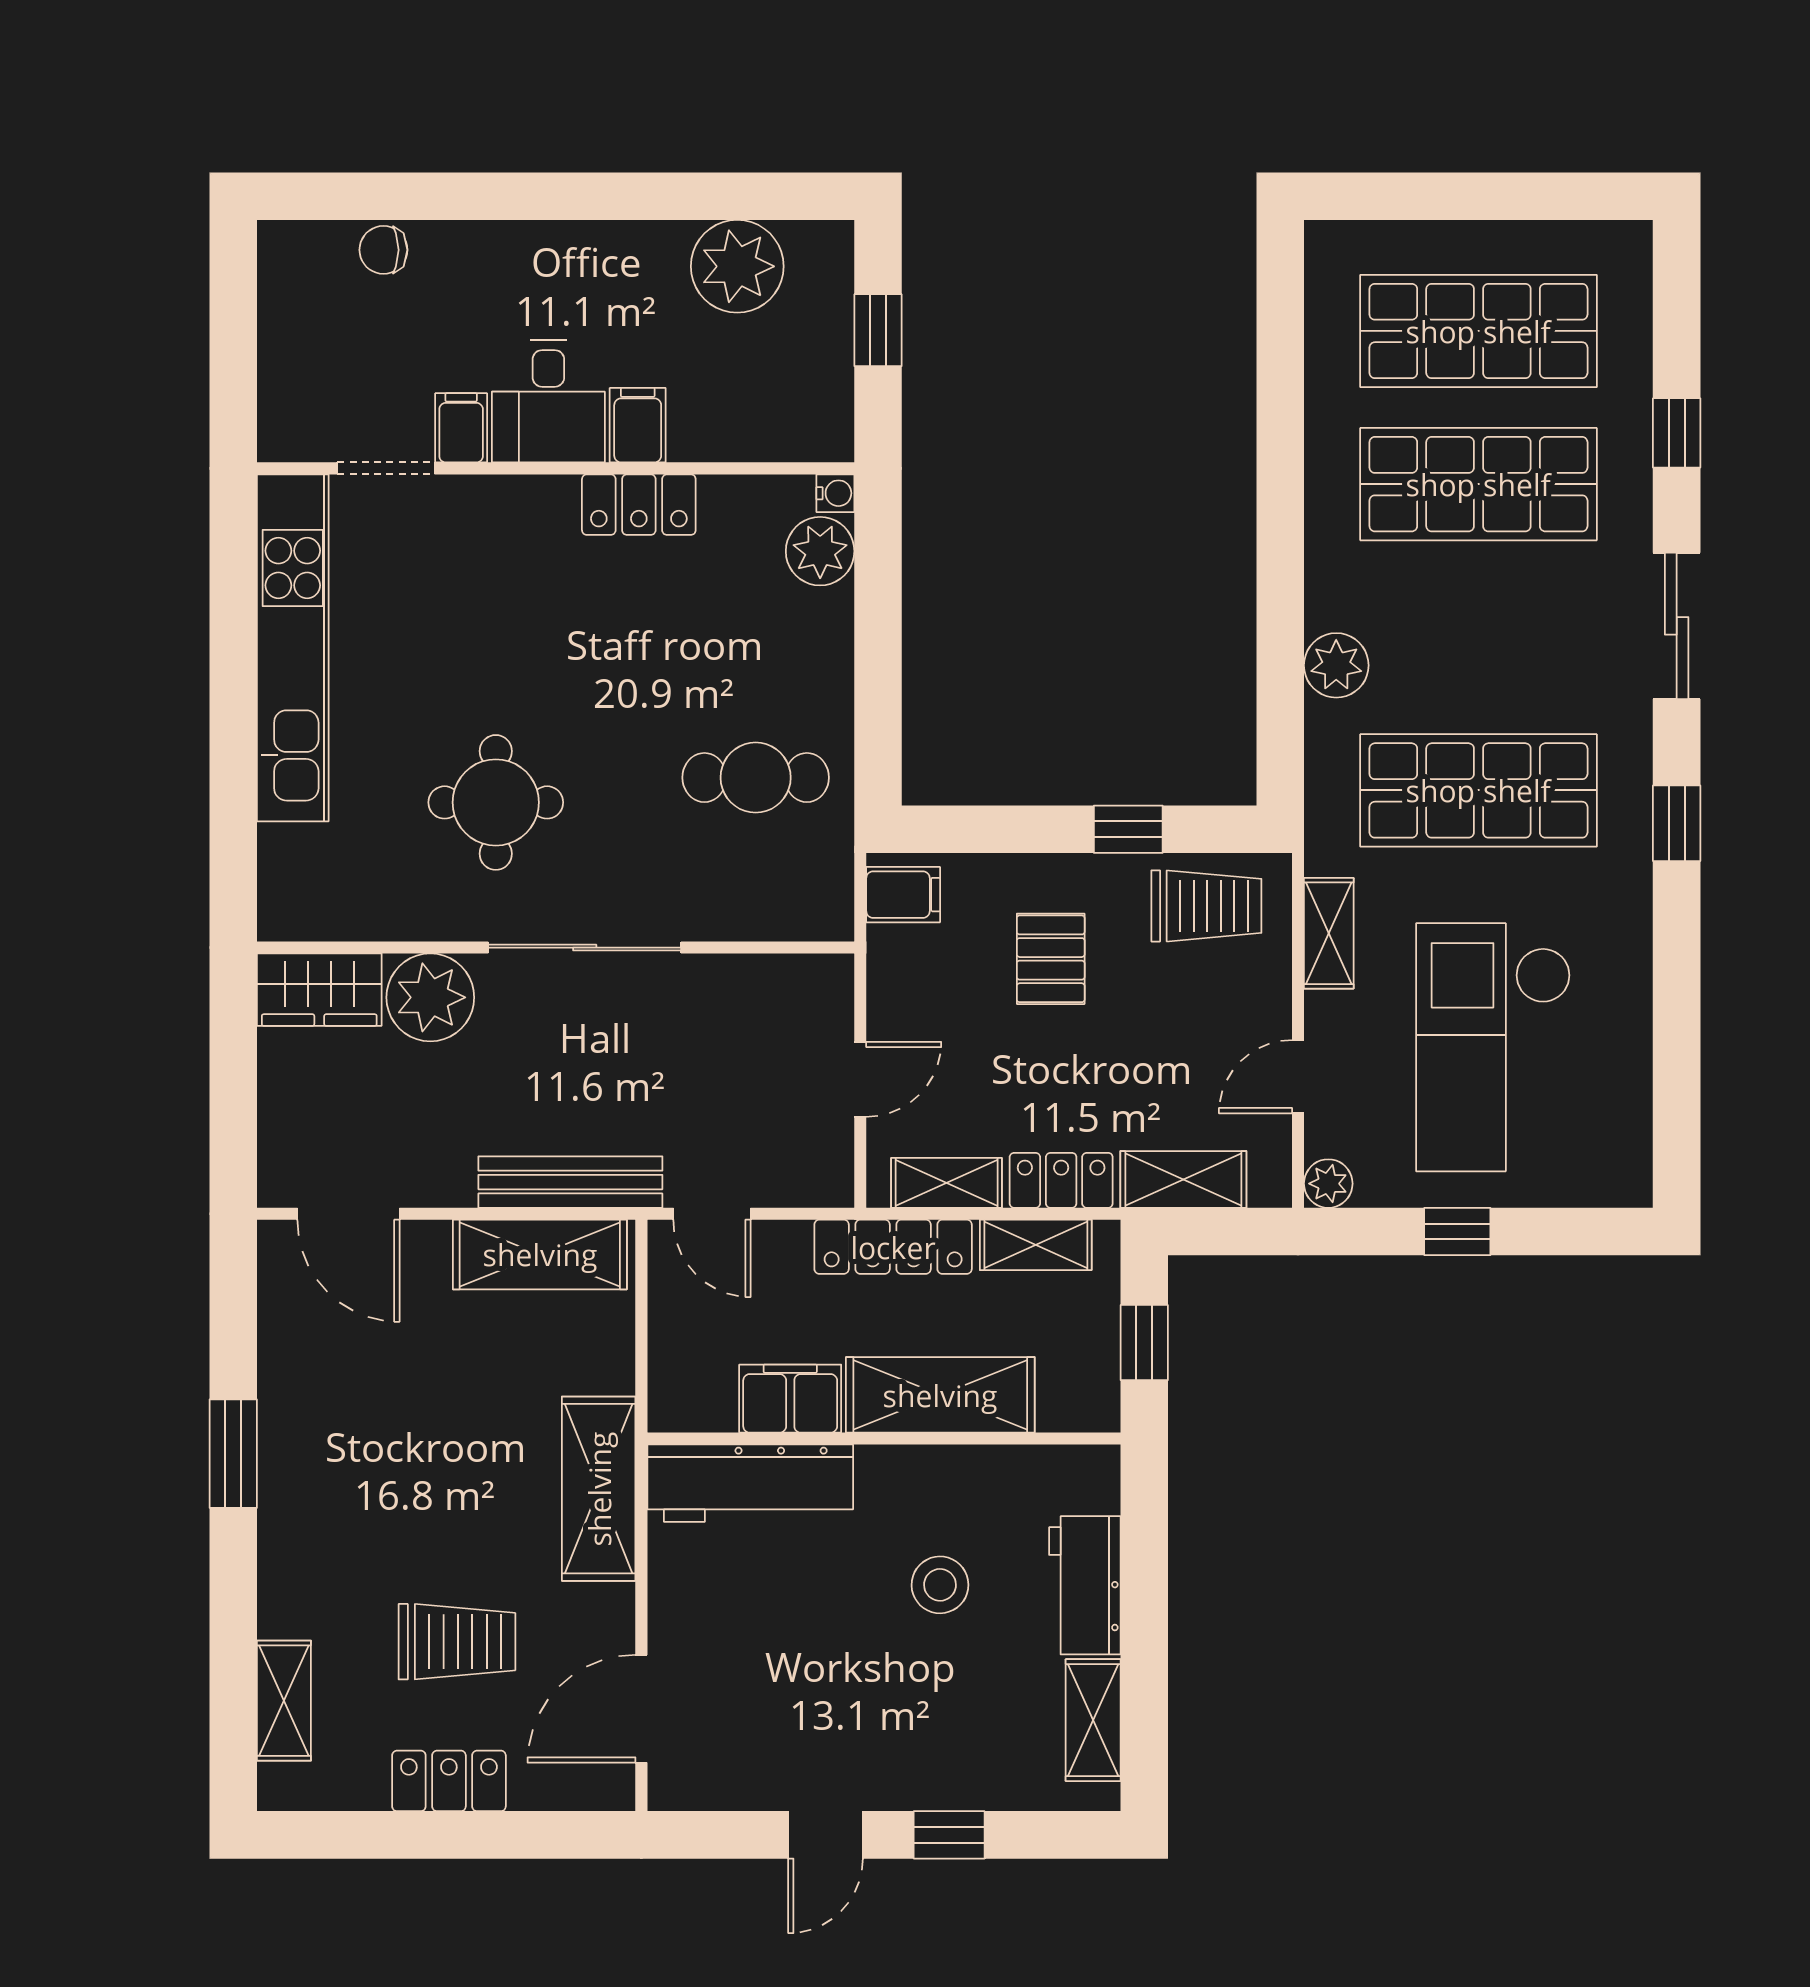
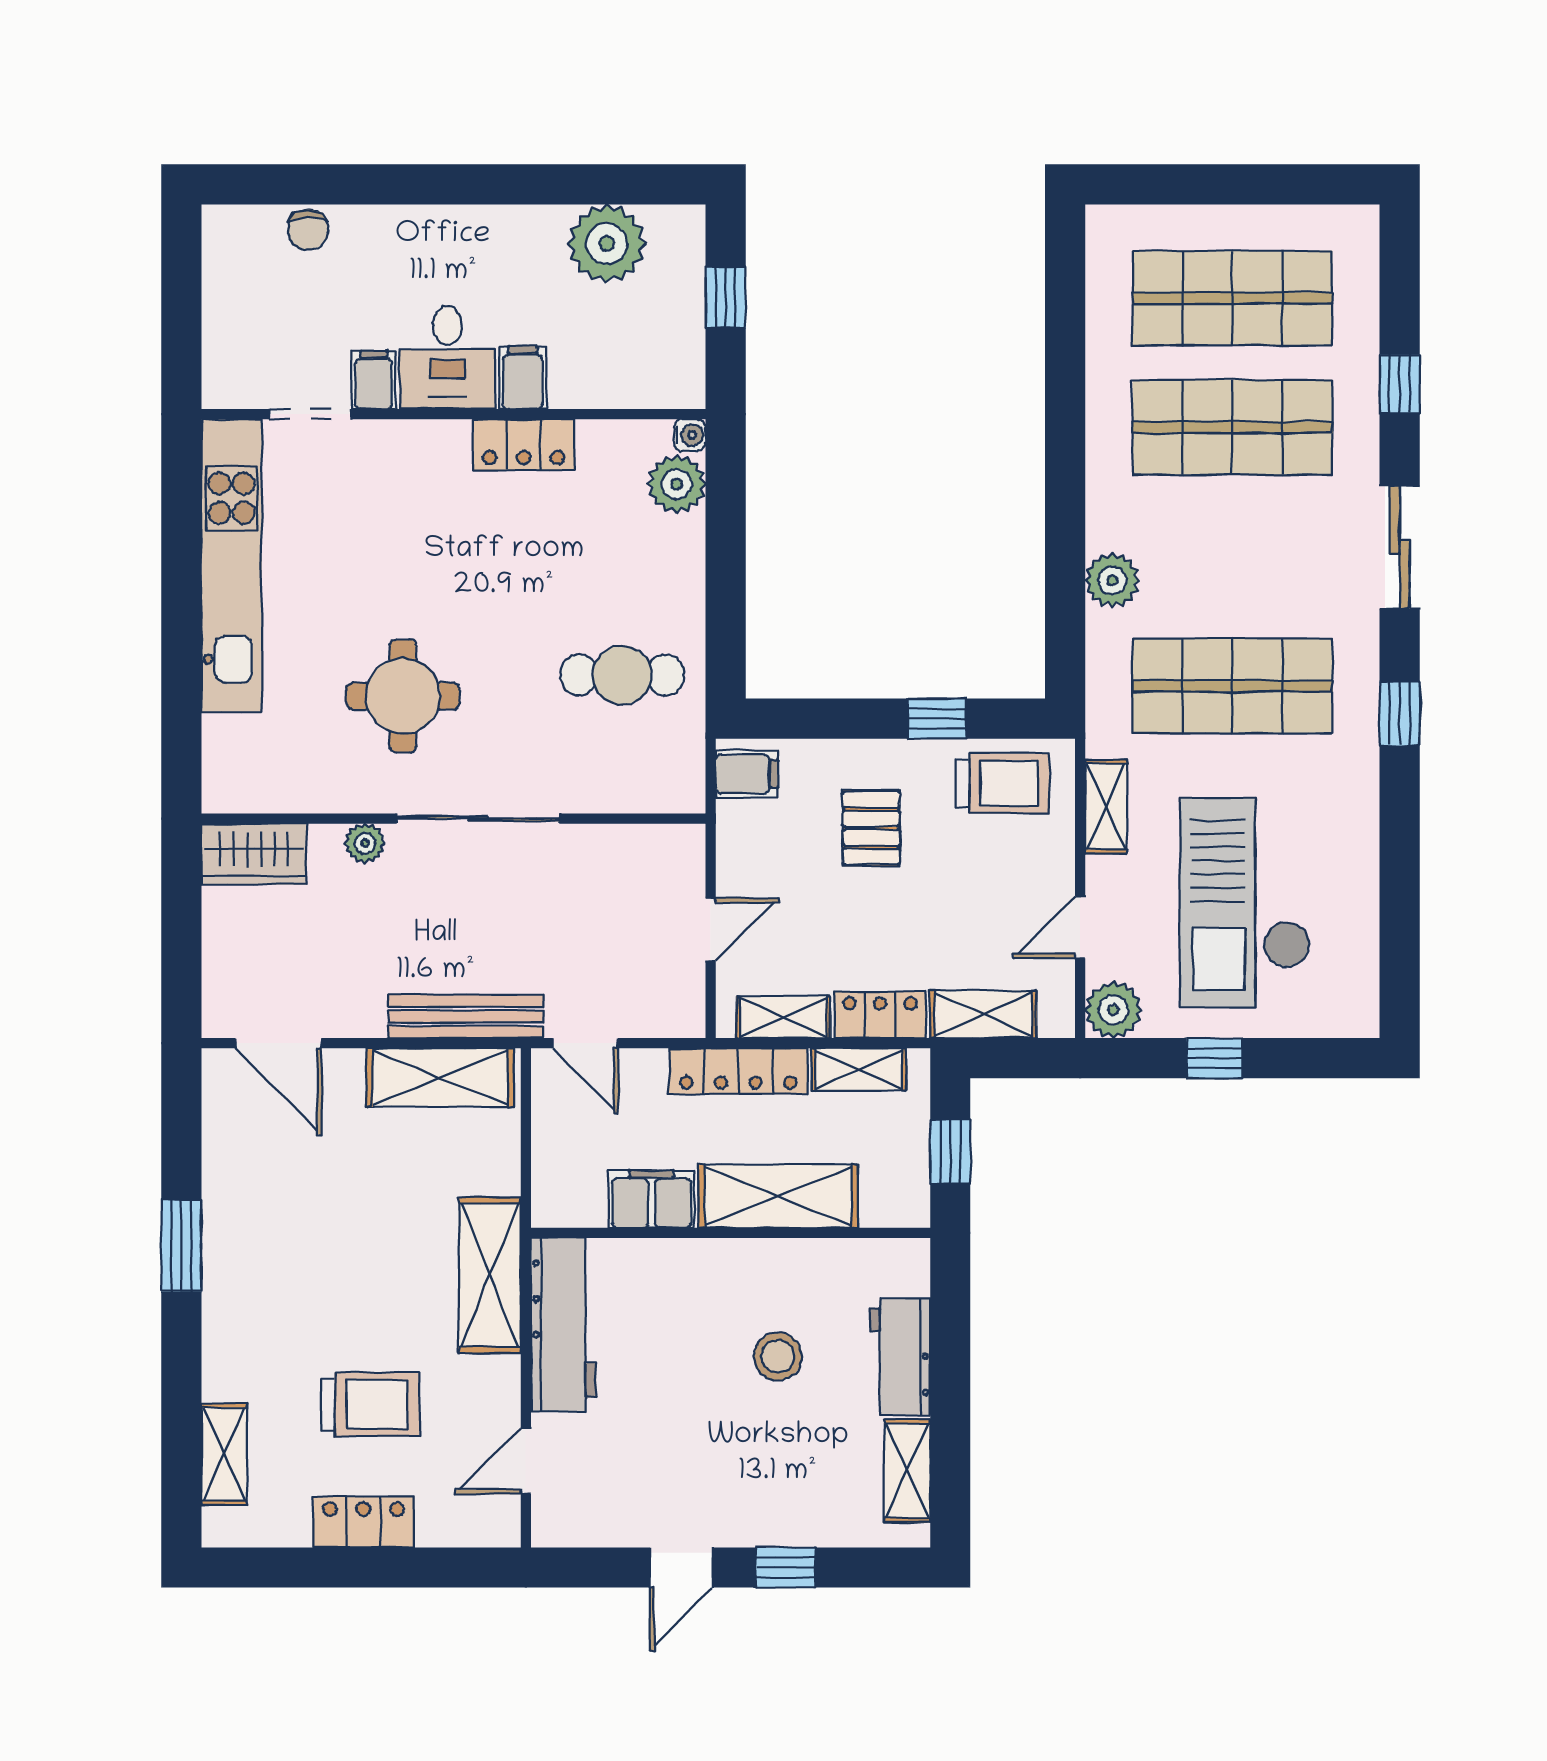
chair: (383, 250) -> (308, 230), turned -90
plant: (430, 997) -> (365, 843), width x0.53, depth x0.53
plant: (1328, 1184) -> (1113, 1010), width x1.38, depth x1.38
workbench: (750, 1483) -> (563, 1325), moved, turned -90
door: (641, 1709) -> (526, 1461), width x0.73

